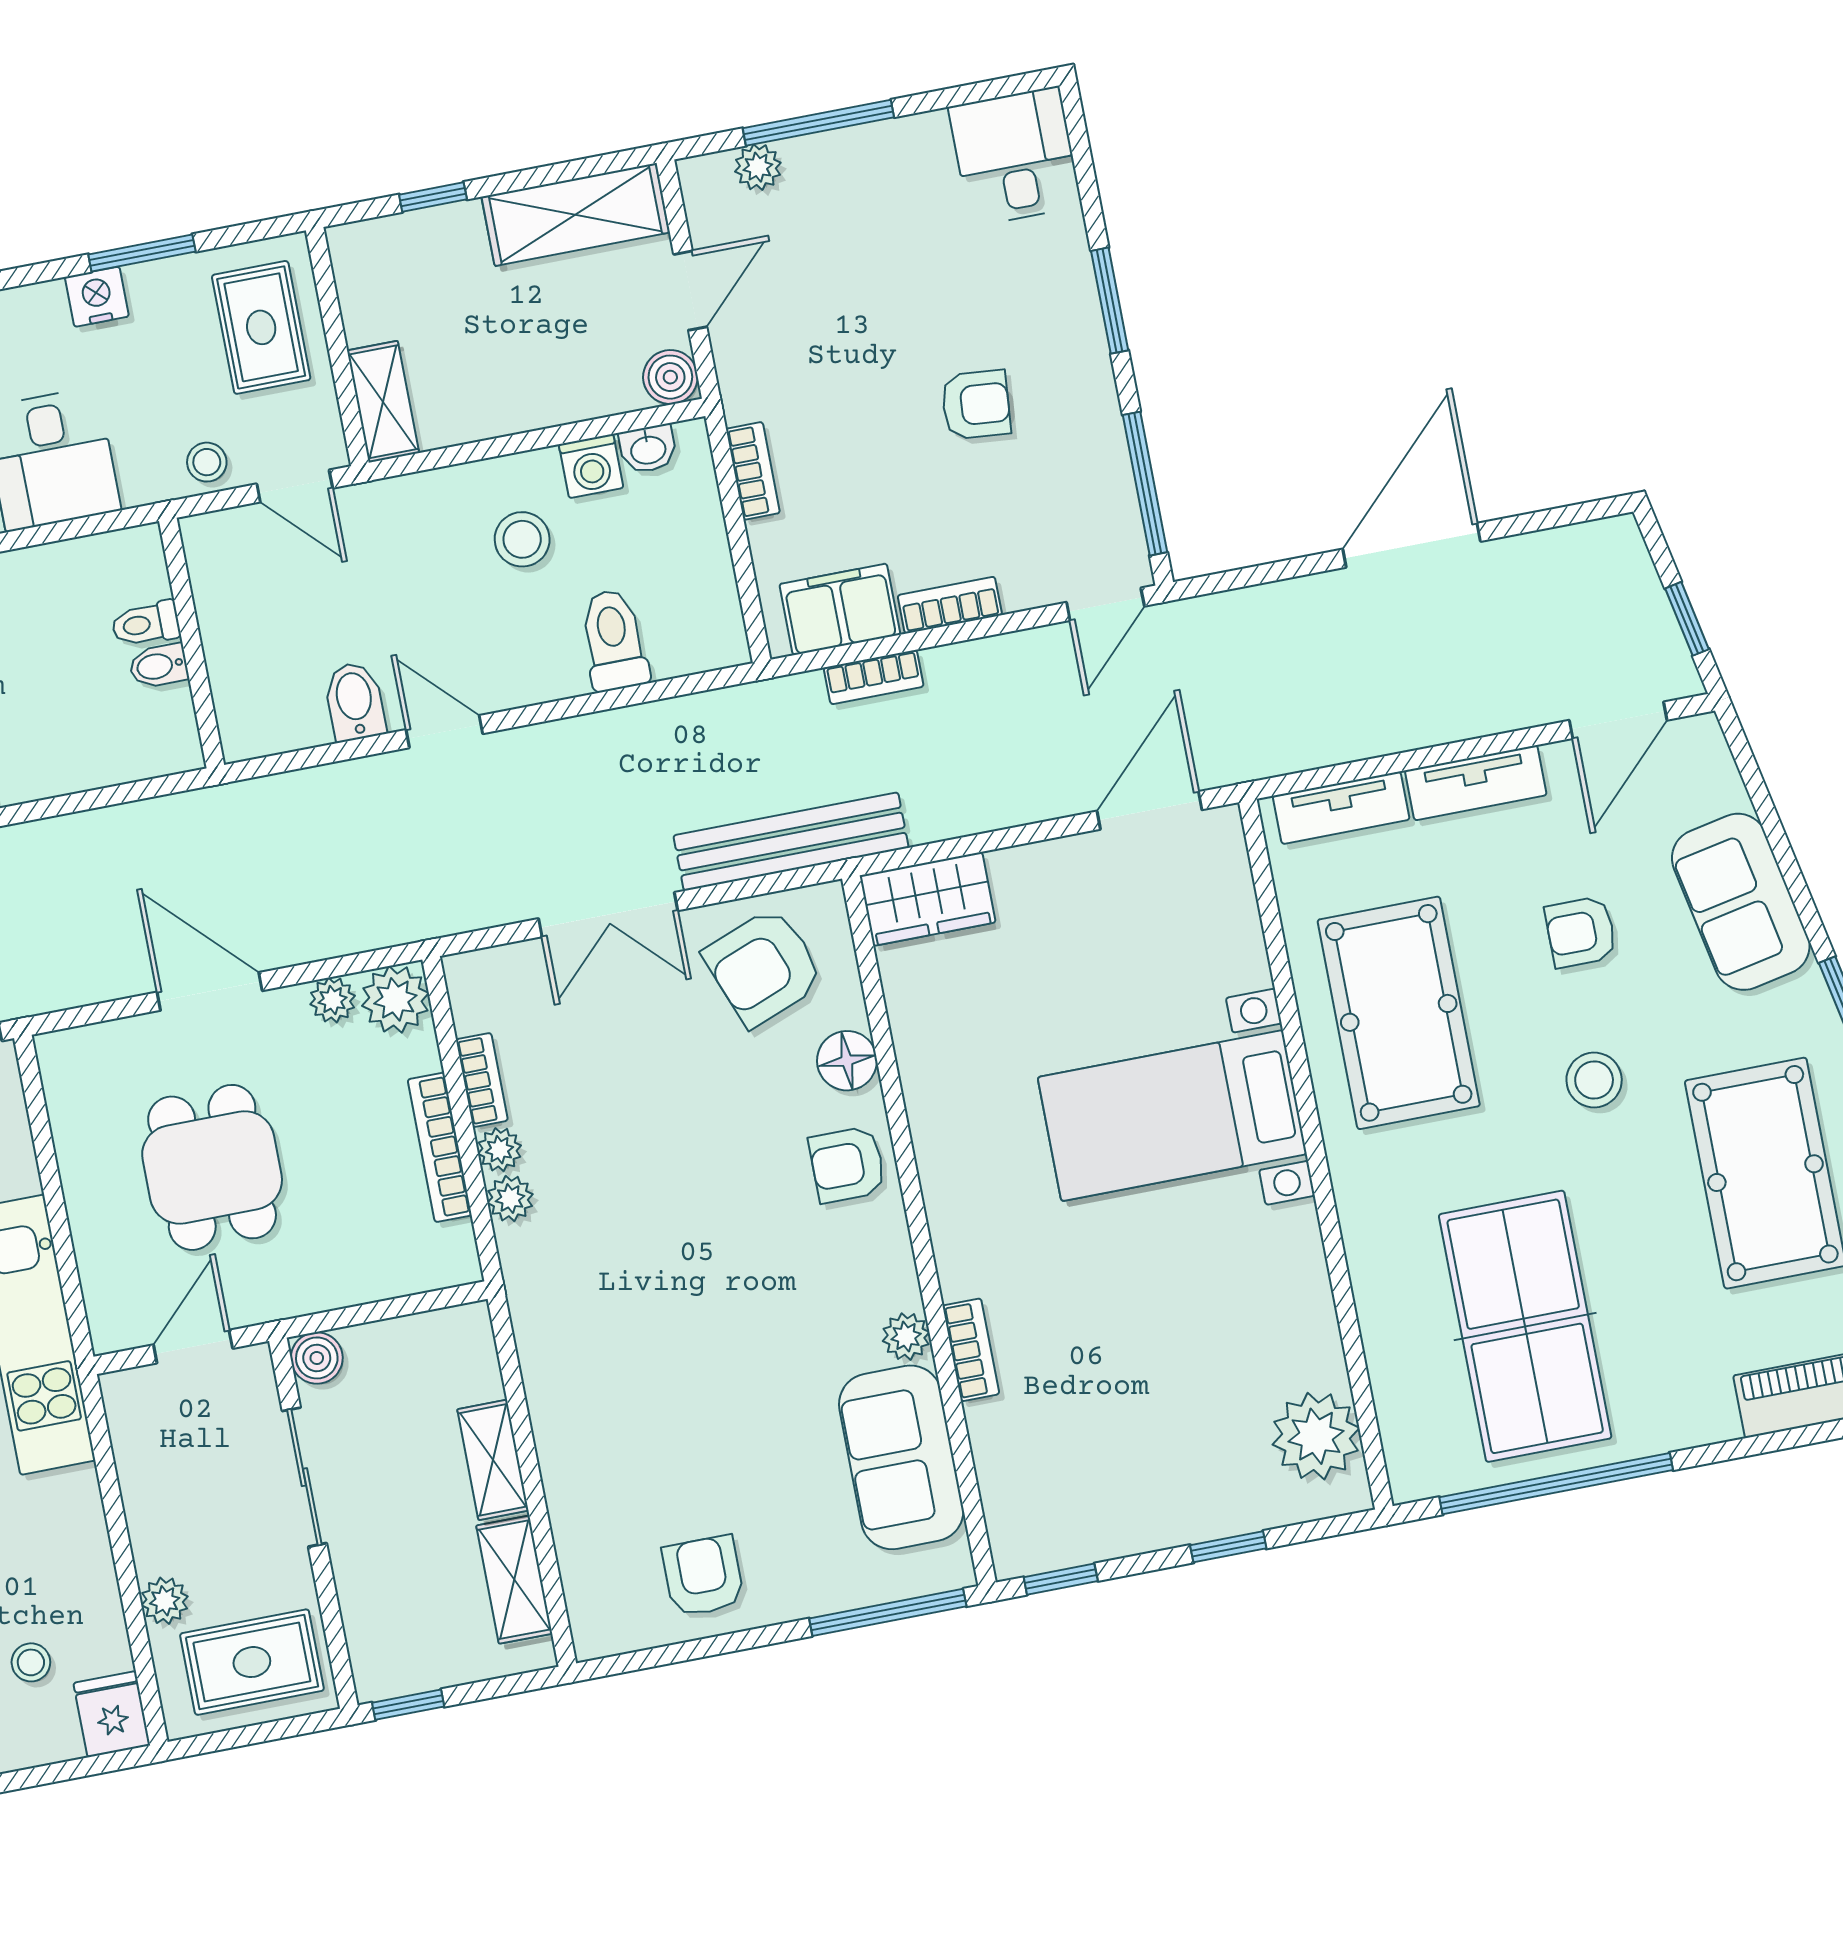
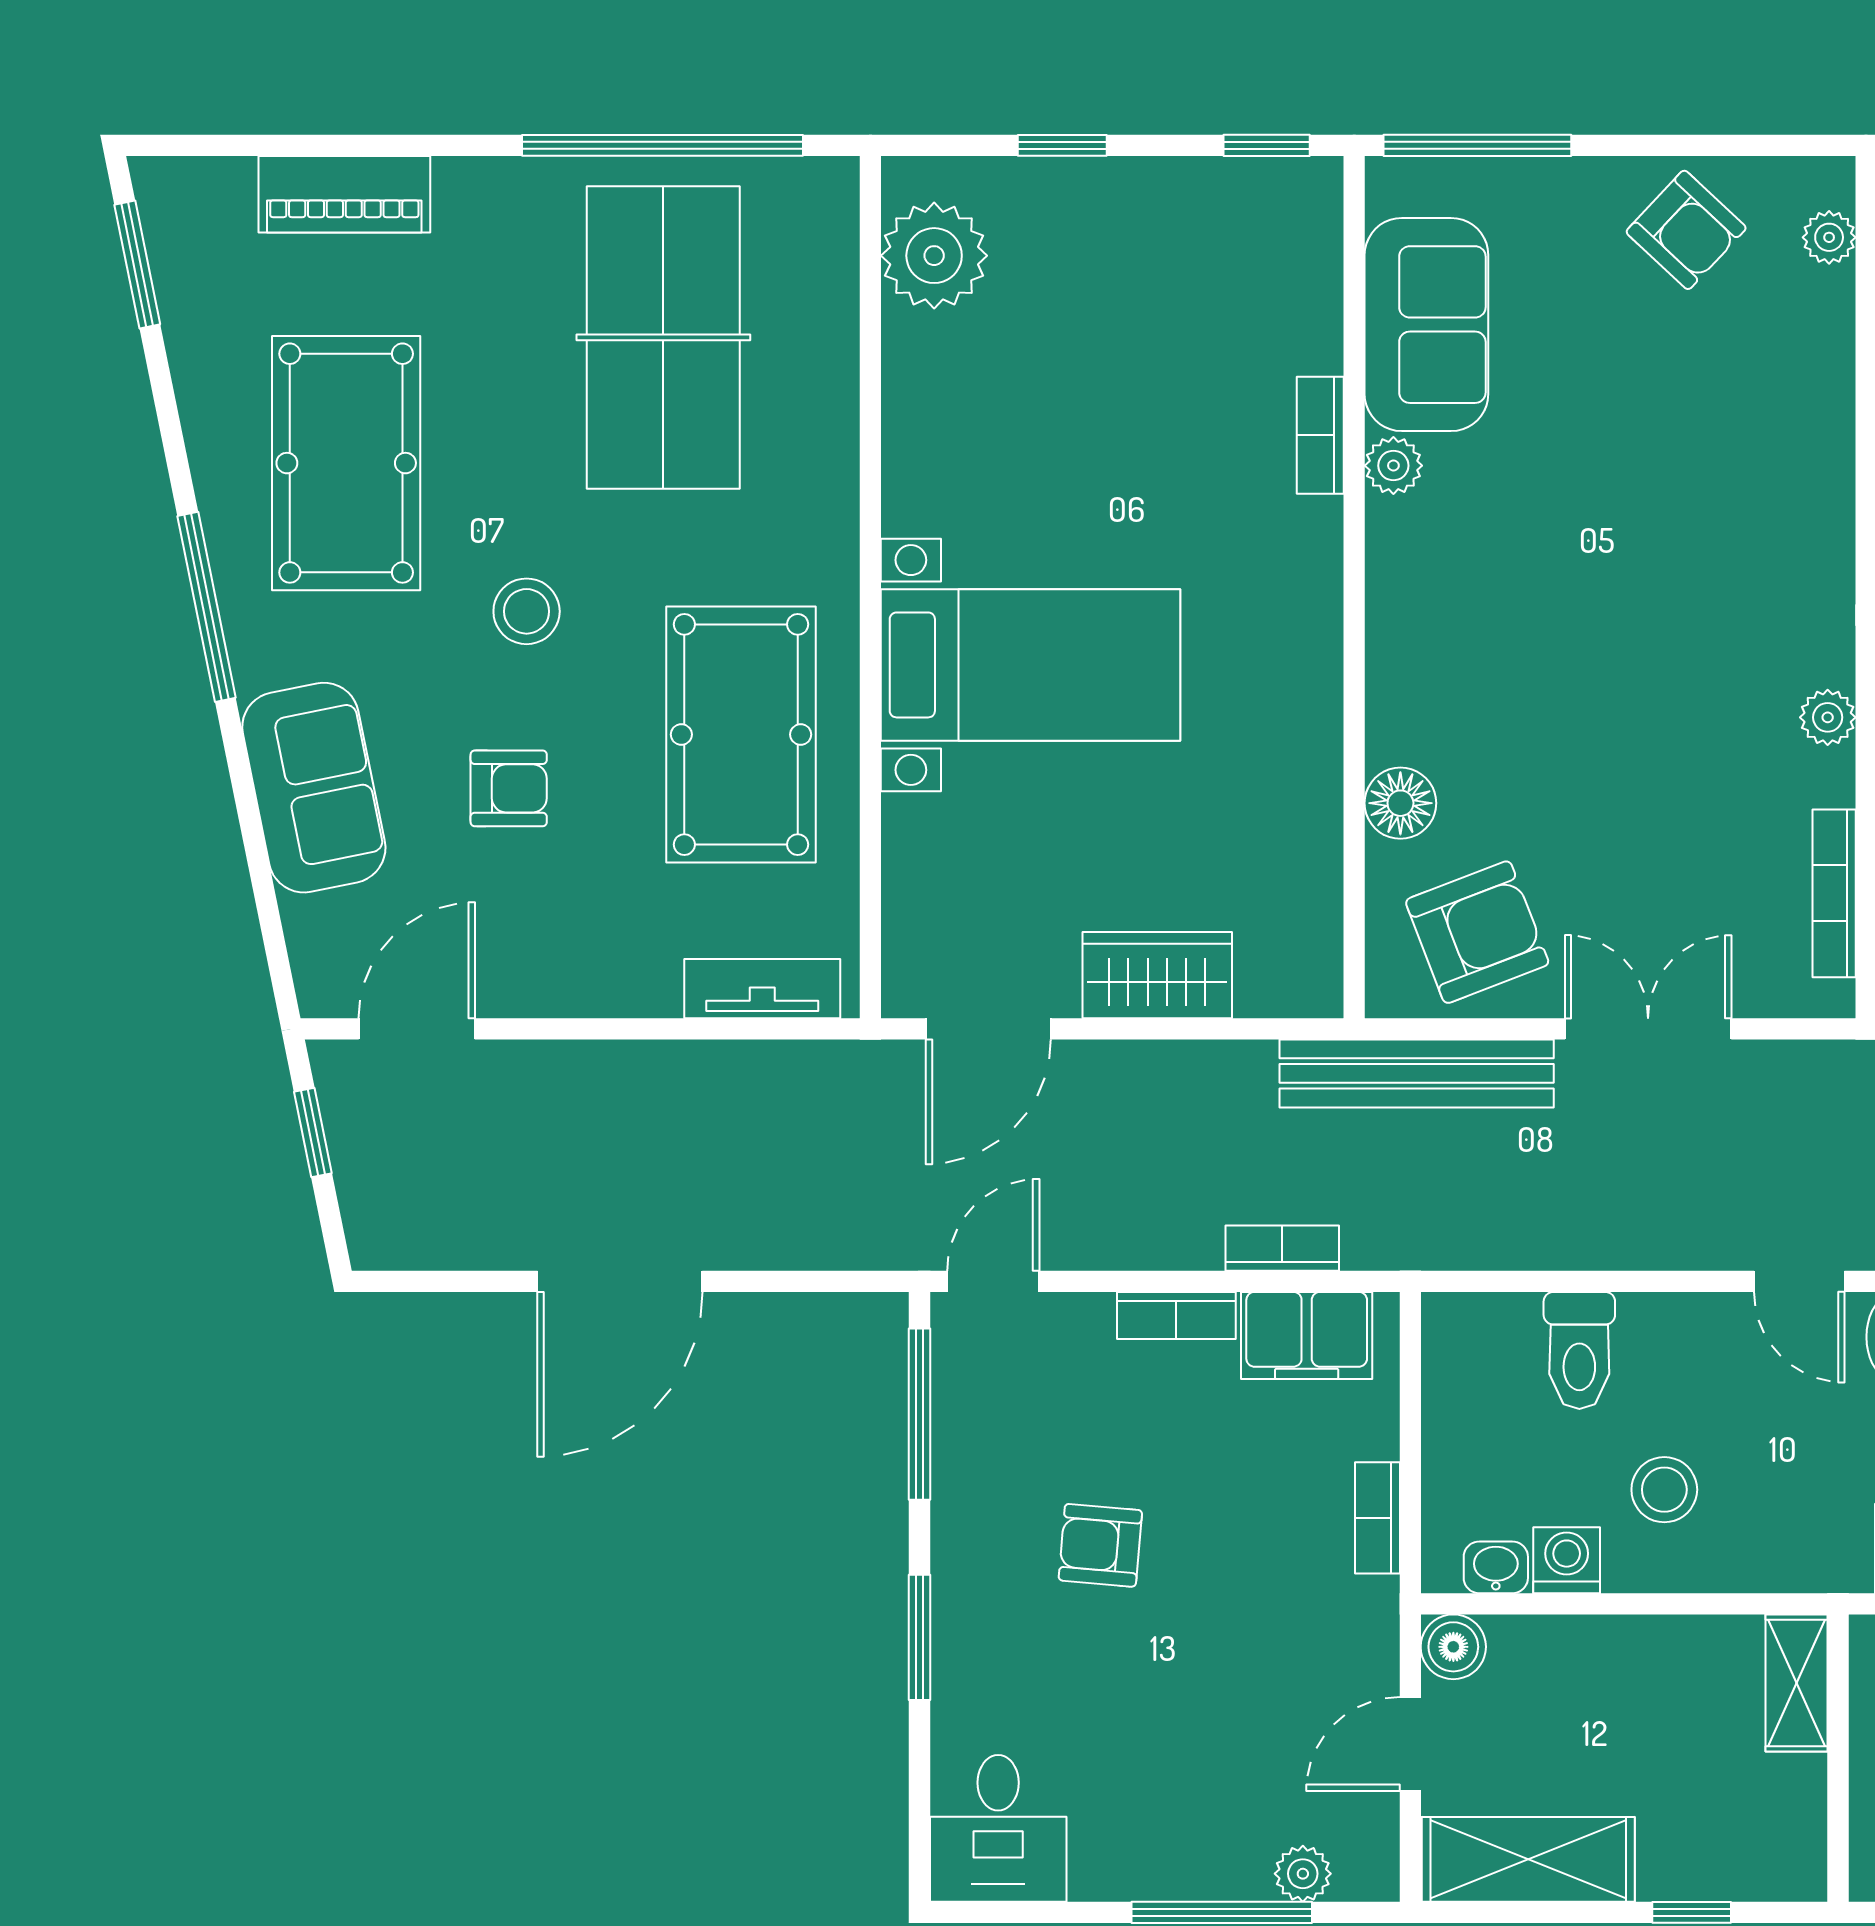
tv unit: (1476, 783) -> (598, 988), removed
wardrobe: (928, 899) -> (1157, 975), moved
bookcase: (482, 1080) -> (1834, 893), width x1.56
plant: (500, 1150) -> (1829, 237), moved
armchair: (847, 1165) -> (1424, 681), removed
armchair: (703, 1576) -> (1686, 230), turned -47

